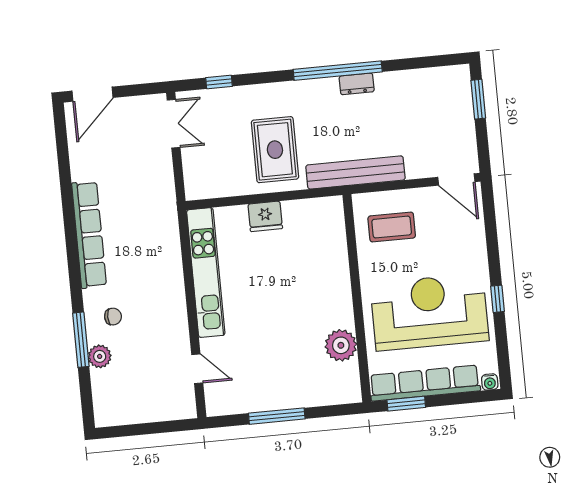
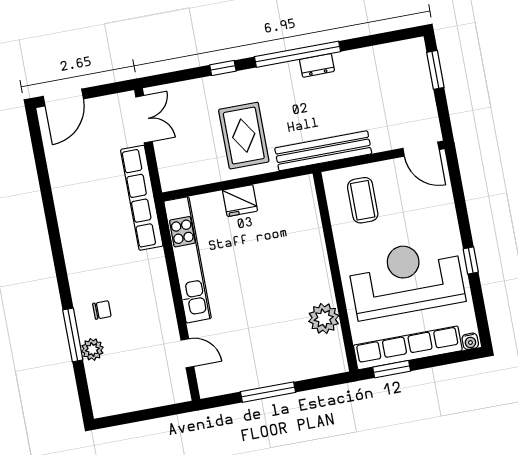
window: (219, 82) -> (223, 68), moved
coffee table: (392, 227) -> (363, 200), turned 90
row of seats: (89, 235) -> (142, 198), moved, turned 180

